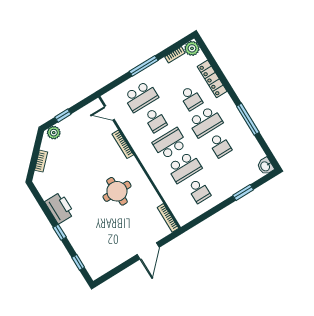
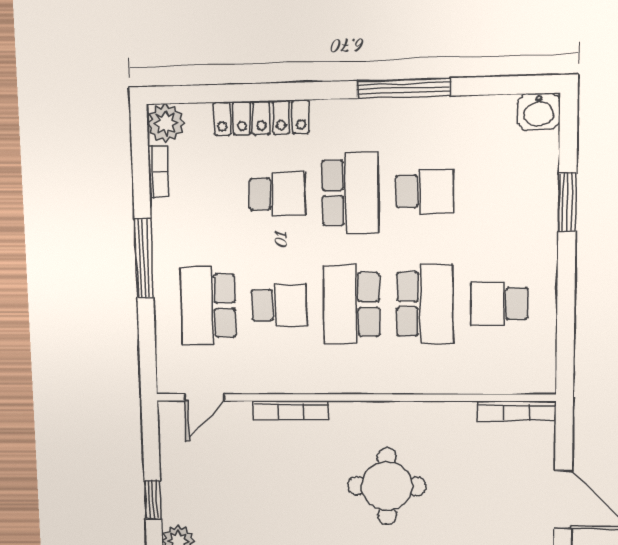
school desk: (141, 96) -> (208, 306), turned 180
school desk: (199, 191) -> (499, 304), turned 180

